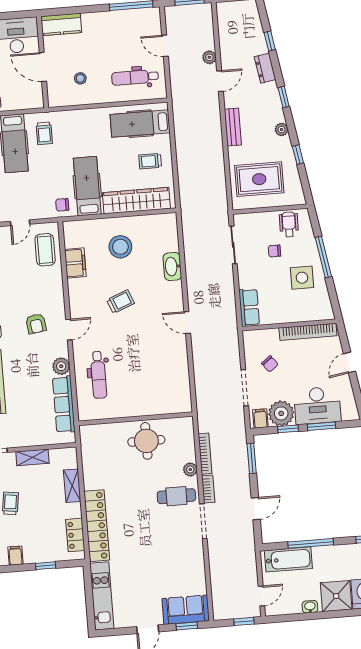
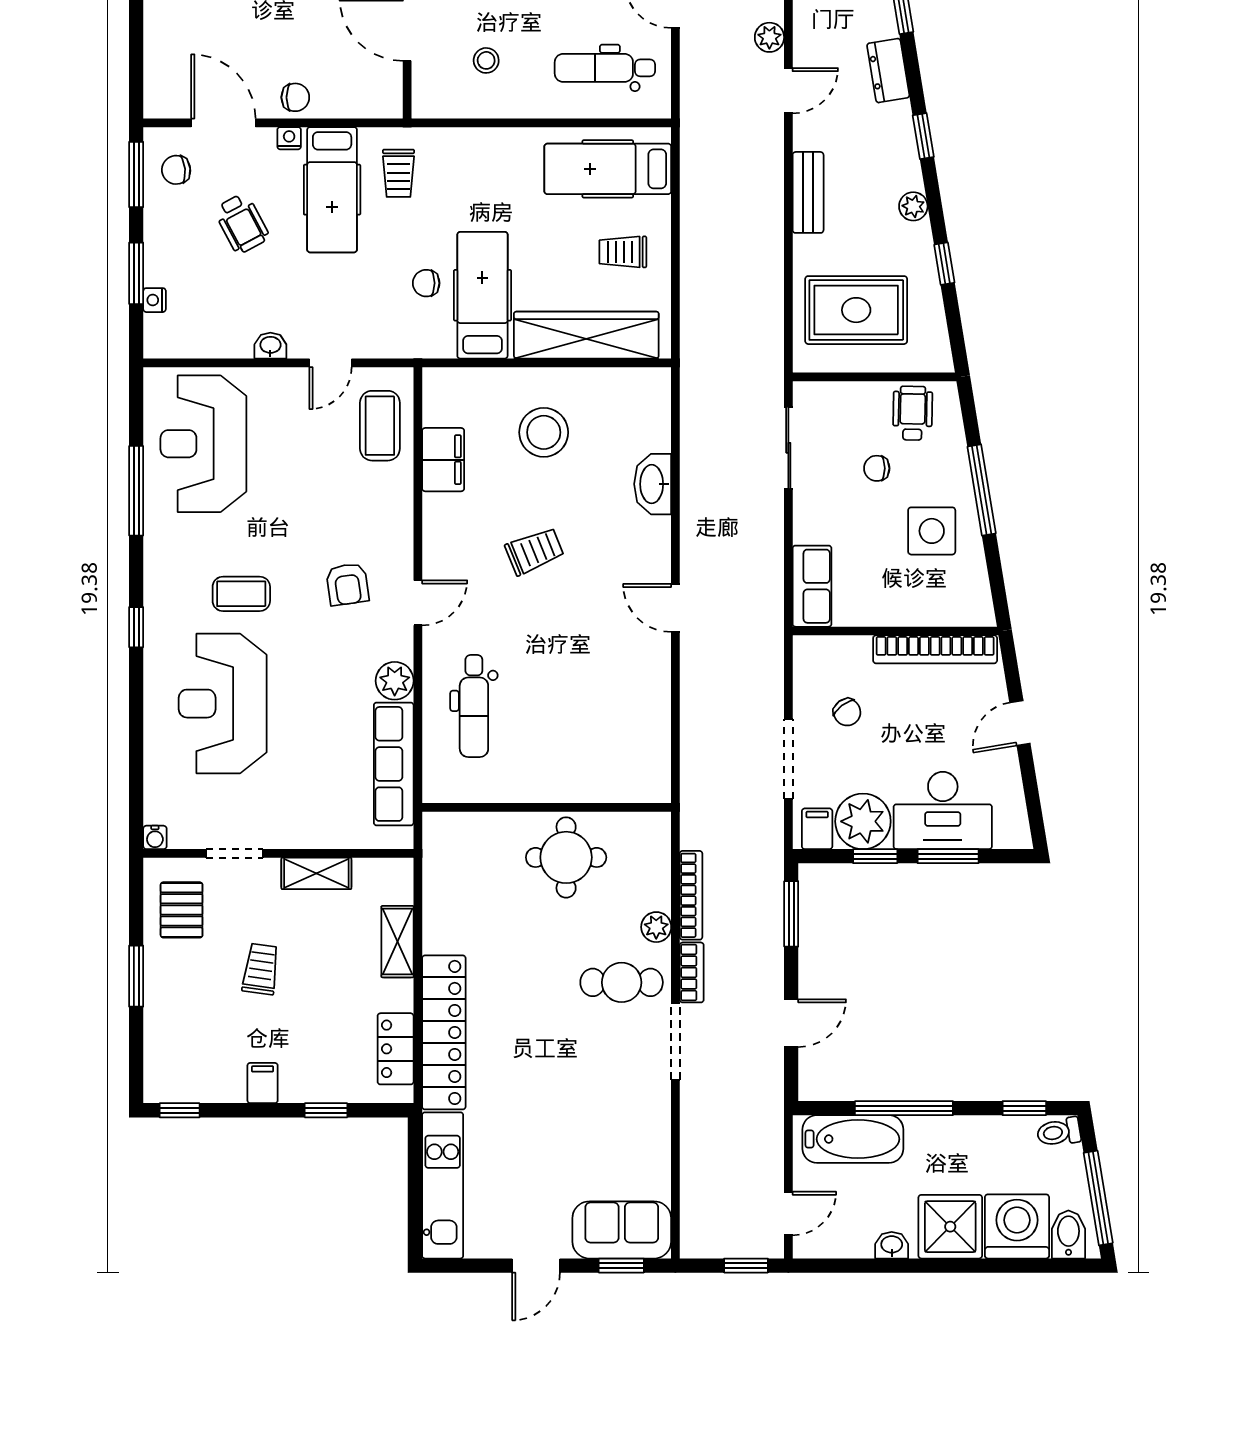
chair: (62, 205) -> (426, 283), moved

